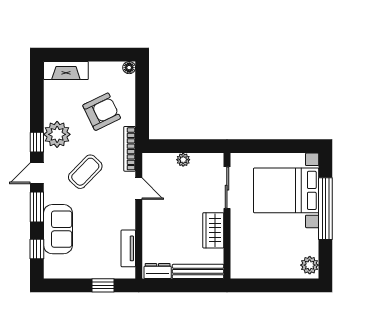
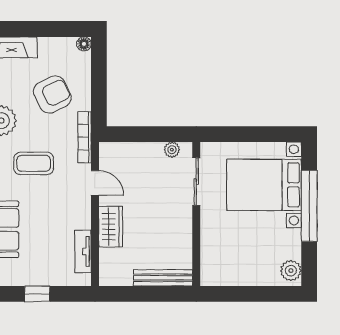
plant: (183, 160) -> (172, 150), moved
coffee table: (85, 172) -> (34, 163), turned 46
wardrobe: (213, 230) -> (111, 227), moved, turned 180
dresser: (158, 271) -> (117, 277), removed
window: (103, 285) -> (37, 294), moved

